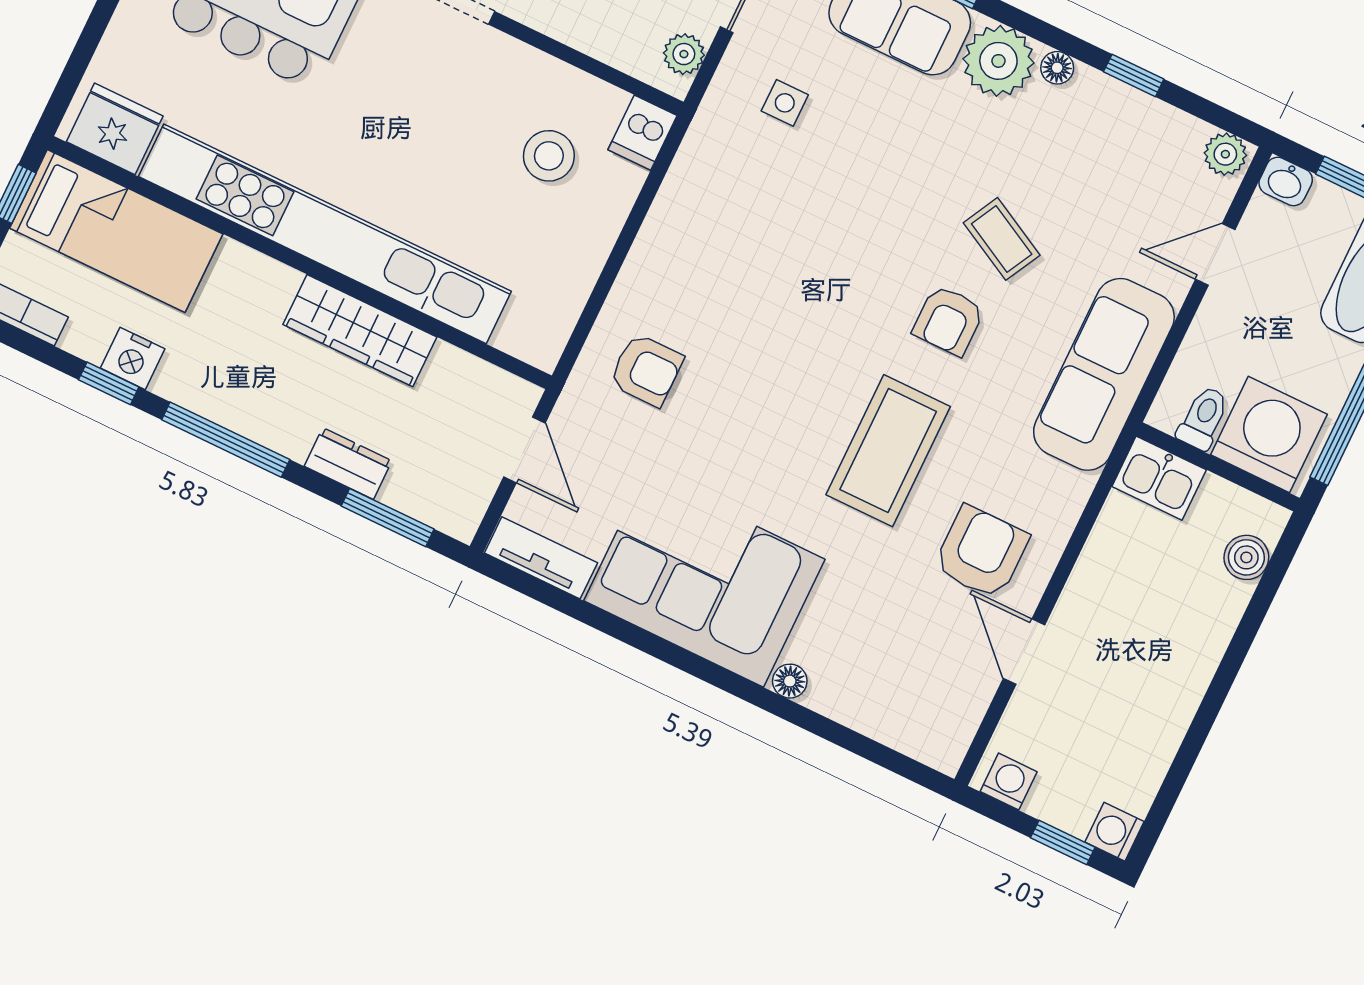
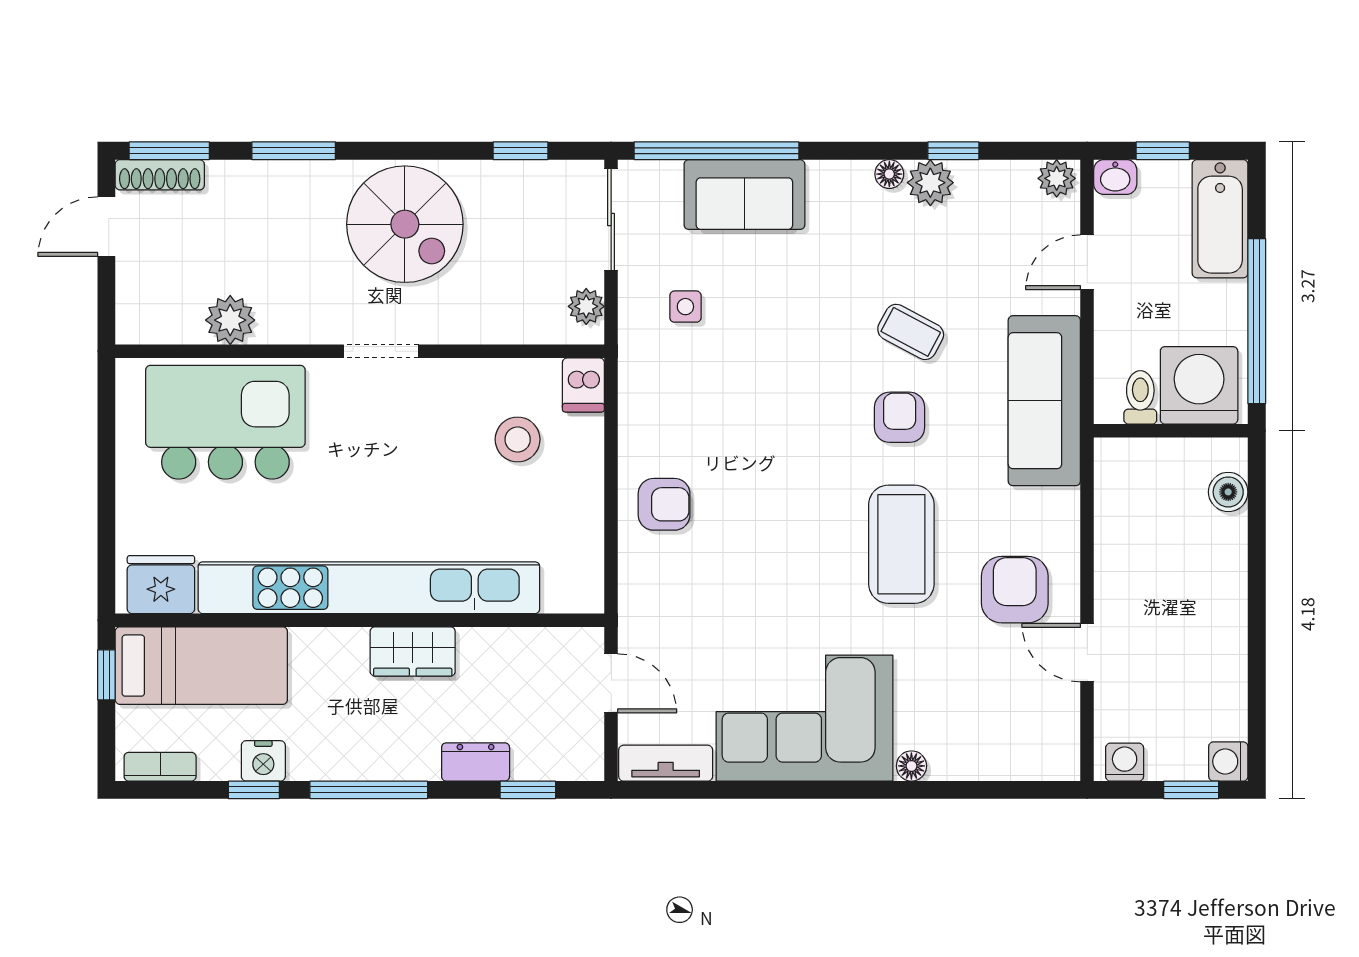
plant: (998, 61) -> (930, 183), moved, width x0.73, depth x0.73
armchair: (948, 320) -> (900, 417), turned 180
wardrobe: (360, 331) -> (413, 651), width x0.67
armchair: (646, 370) -> (664, 504), moved
kitchen sink: (1159, 478) -> (1128, 462), removed
window: (388, 518) -> (528, 790), width x0.67

